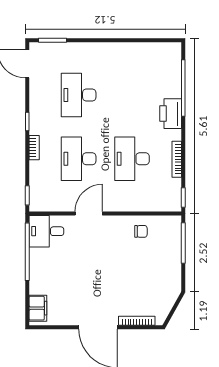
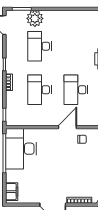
plant: (72, 54) -> (35, 18), added
door: (89, 213) -> (67, 127), moved
desk: (46, 231) -> (21, 149), width x1.87, depth x1.30

